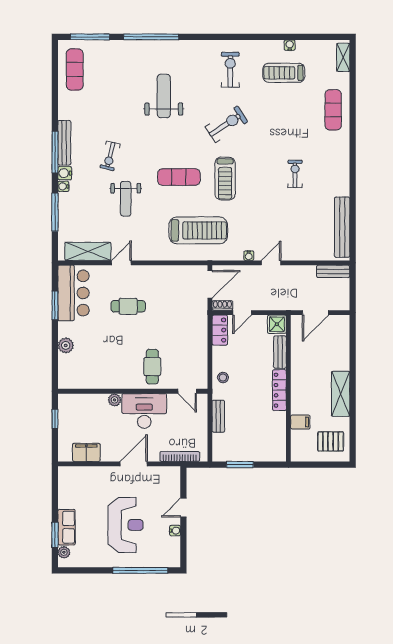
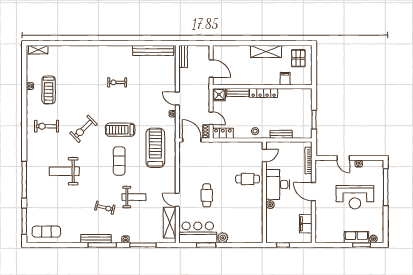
exercise mat: (333, 110) -> (74, 56), removed
exercise bike: (226, 124) -> (83, 129), turned -101
water cooler: (65, 173) -> (117, 238), removed
treadmill: (225, 179) -> (120, 130), turned 180
plant: (66, 345) -> (223, 238), moved
reception desk: (125, 525) -> (355, 197), turned 180

